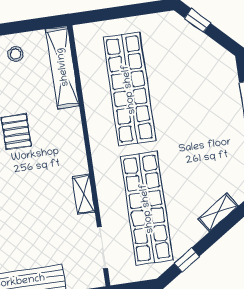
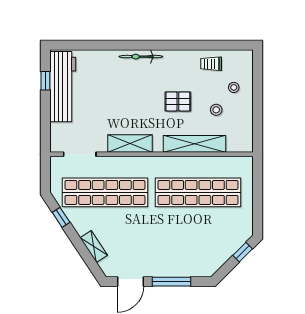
stool: (16, 54) -> (216, 110), moved
shelving: (63, 67) -> (194, 144), moved
shelving: (84, 194) -> (130, 144), width x1.50, depth x1.33

